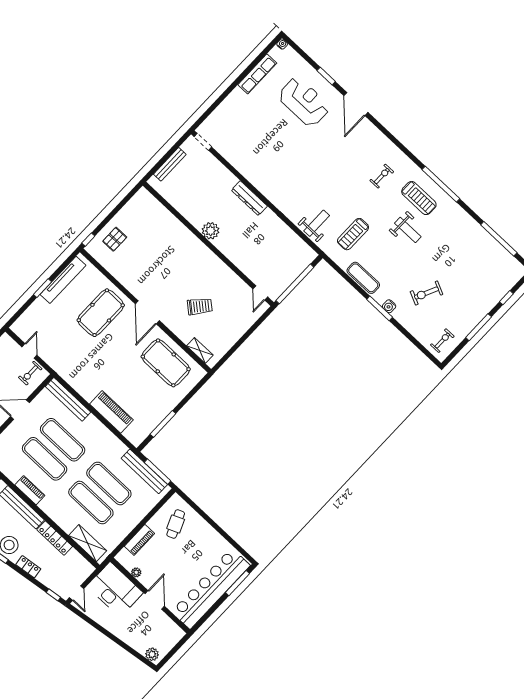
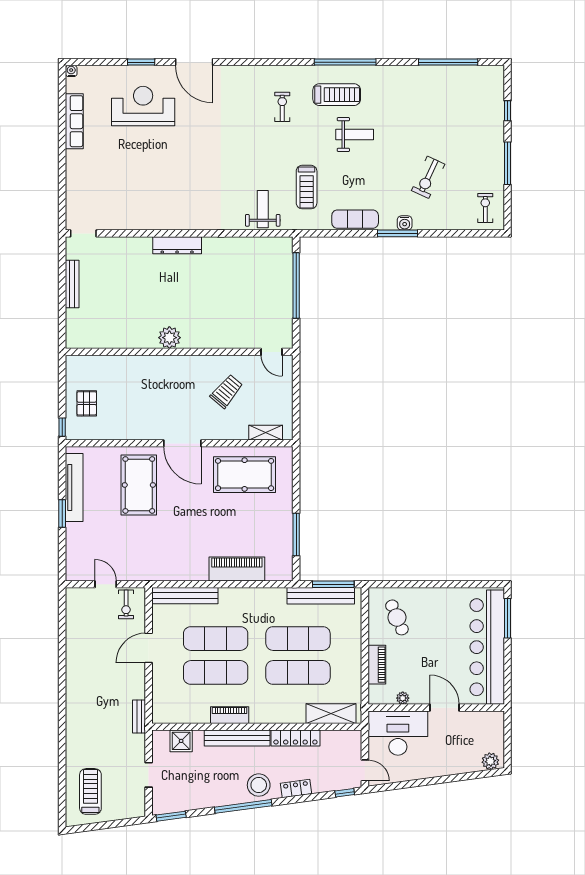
plant: (211, 231) -> (169, 338), moved
wall: (208, 244) -> (179, 352), moved
door: (260, 293) -> (272, 352), moved

